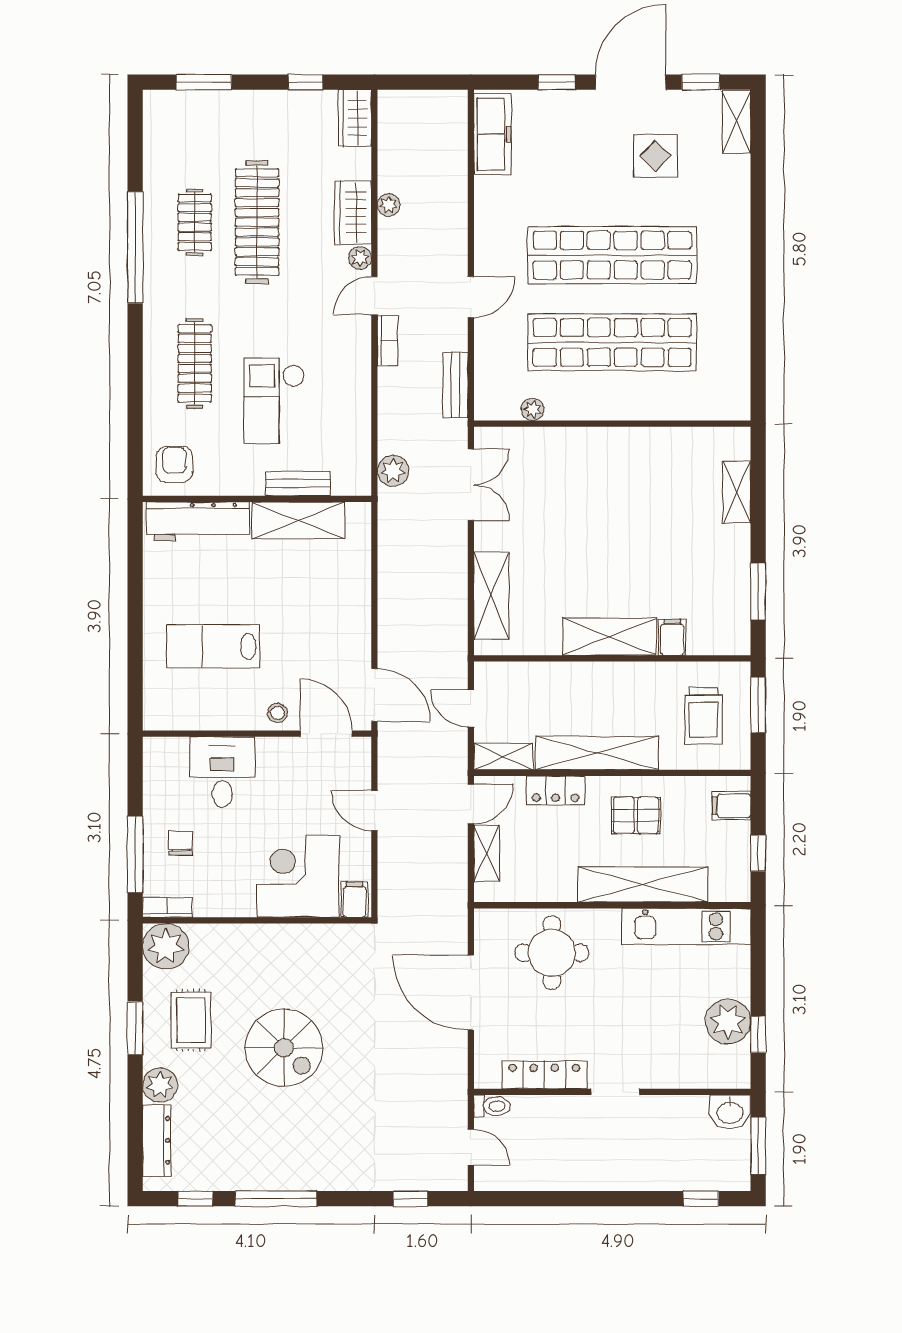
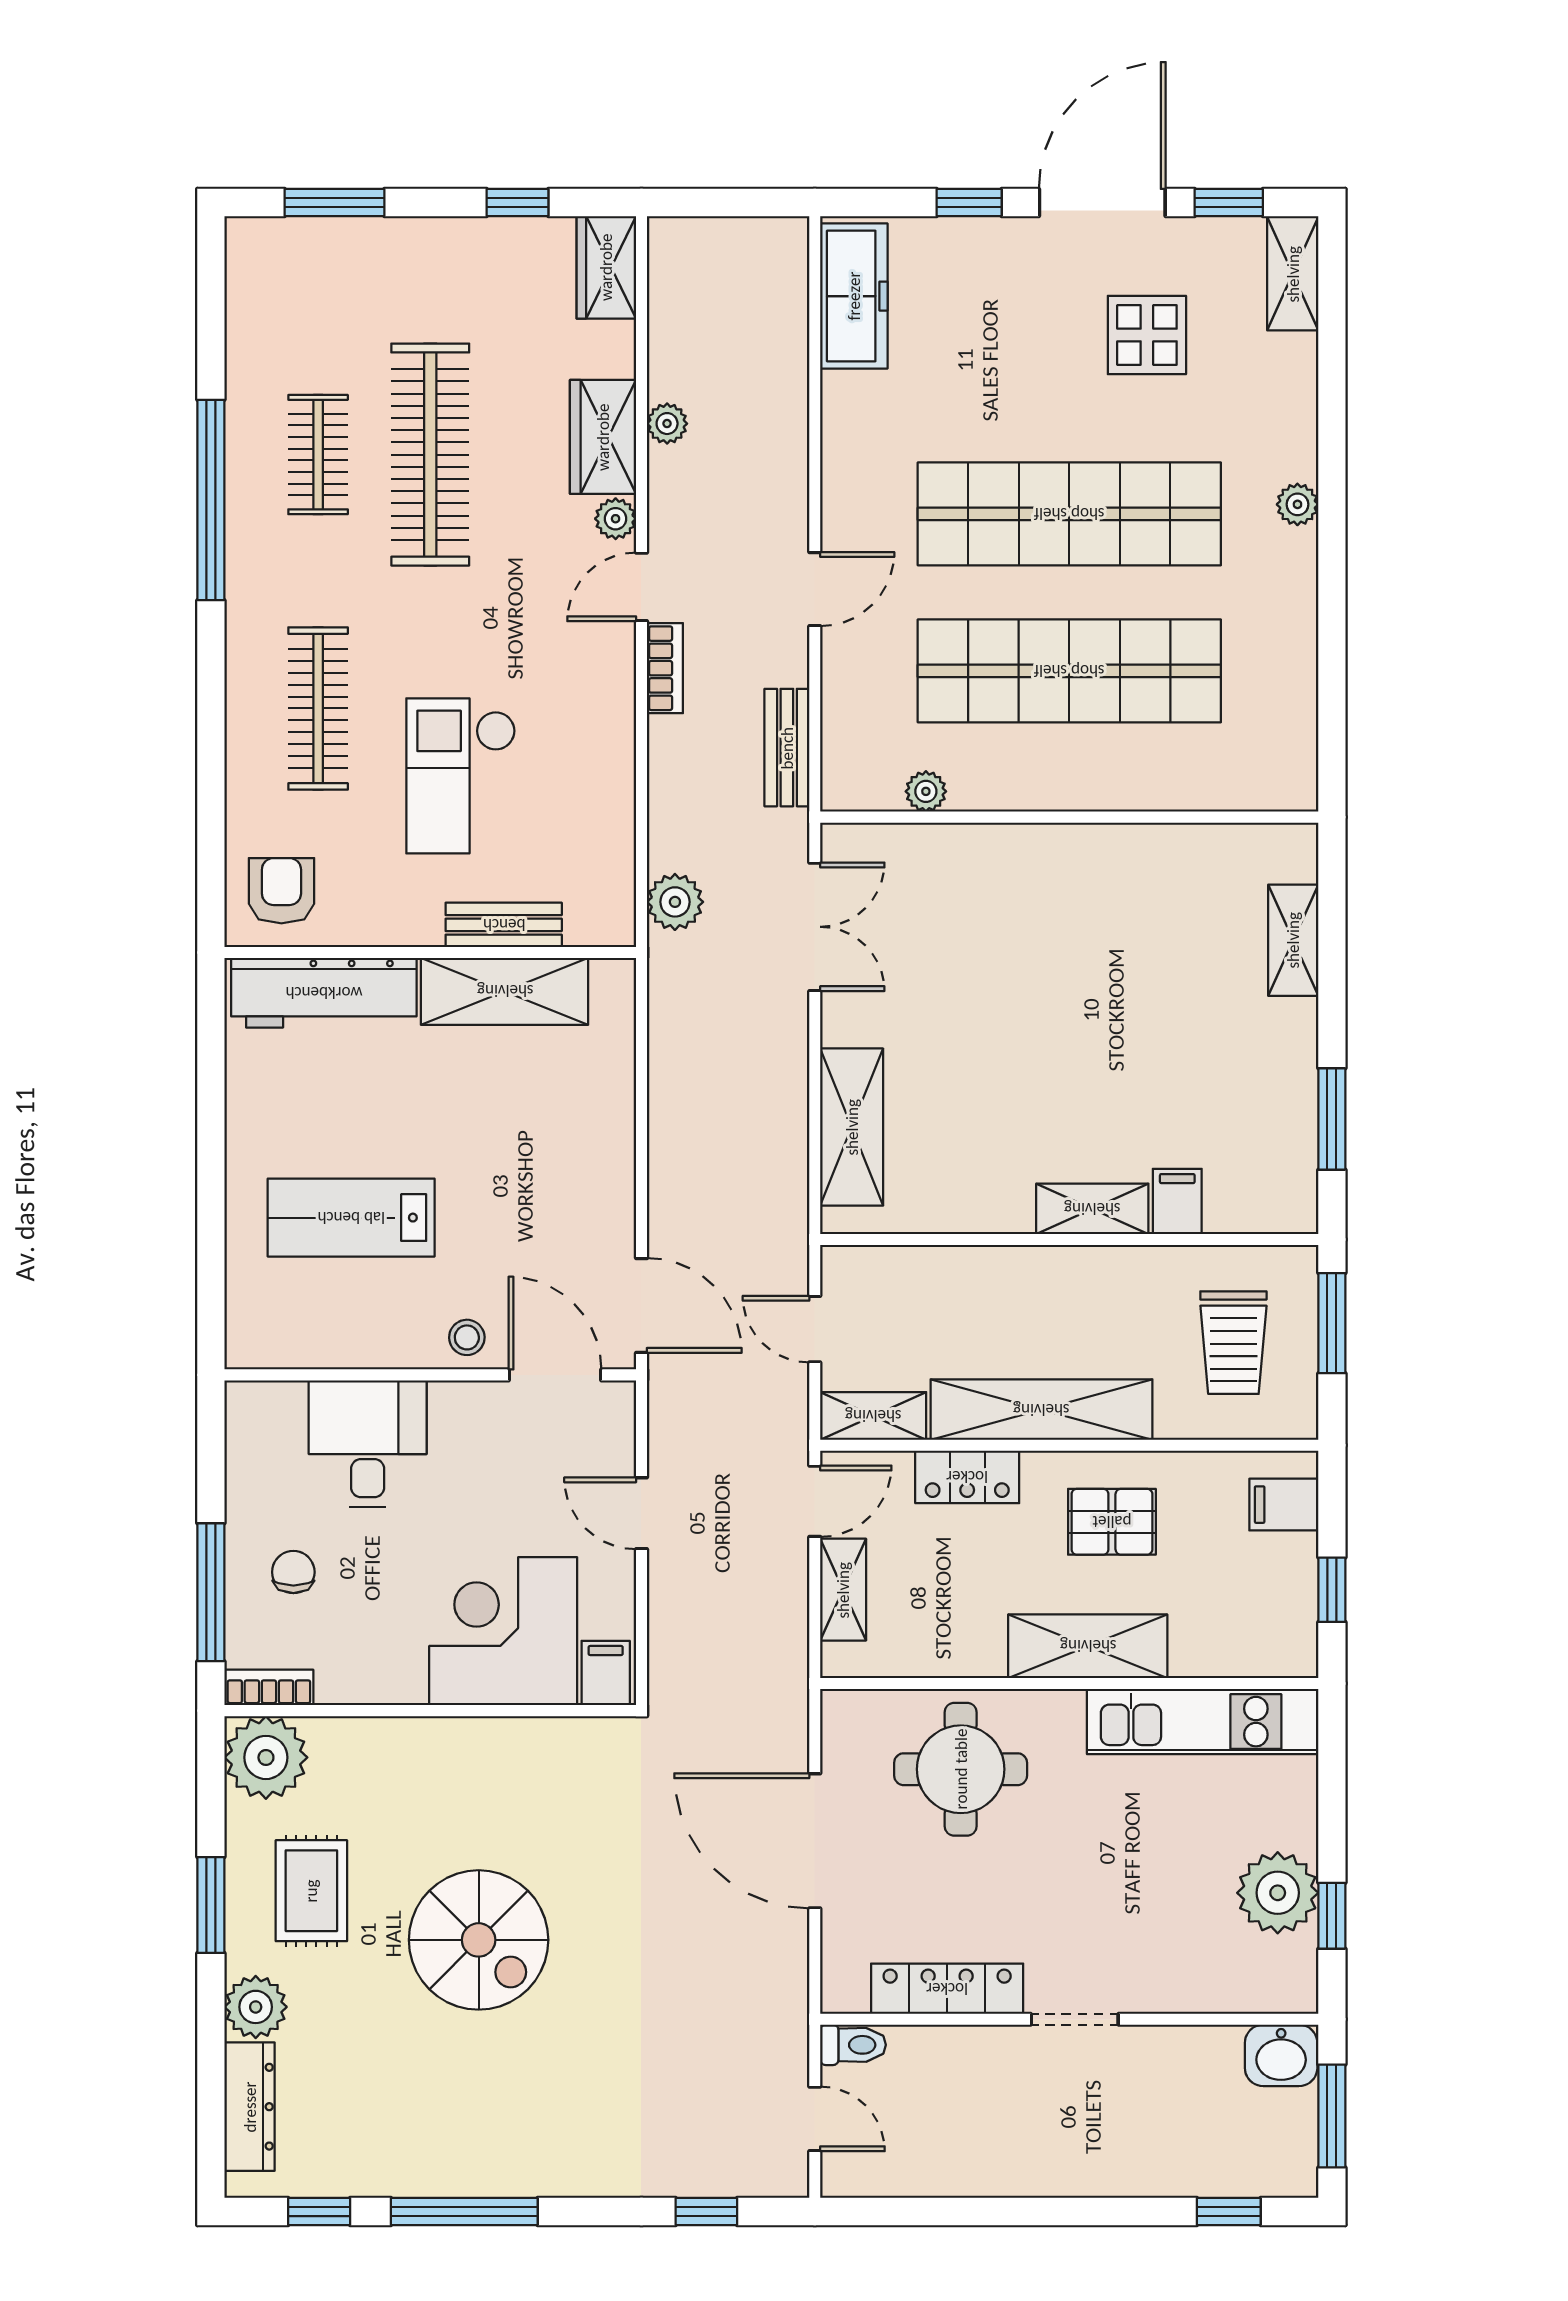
plant: (739, 250) -> (1297, 504), added
shelving: (609, 637) -> (1092, 1209), width x0.67, depth x0.75
shelving: (643, 885) -> (1088, 1646), width x0.68

